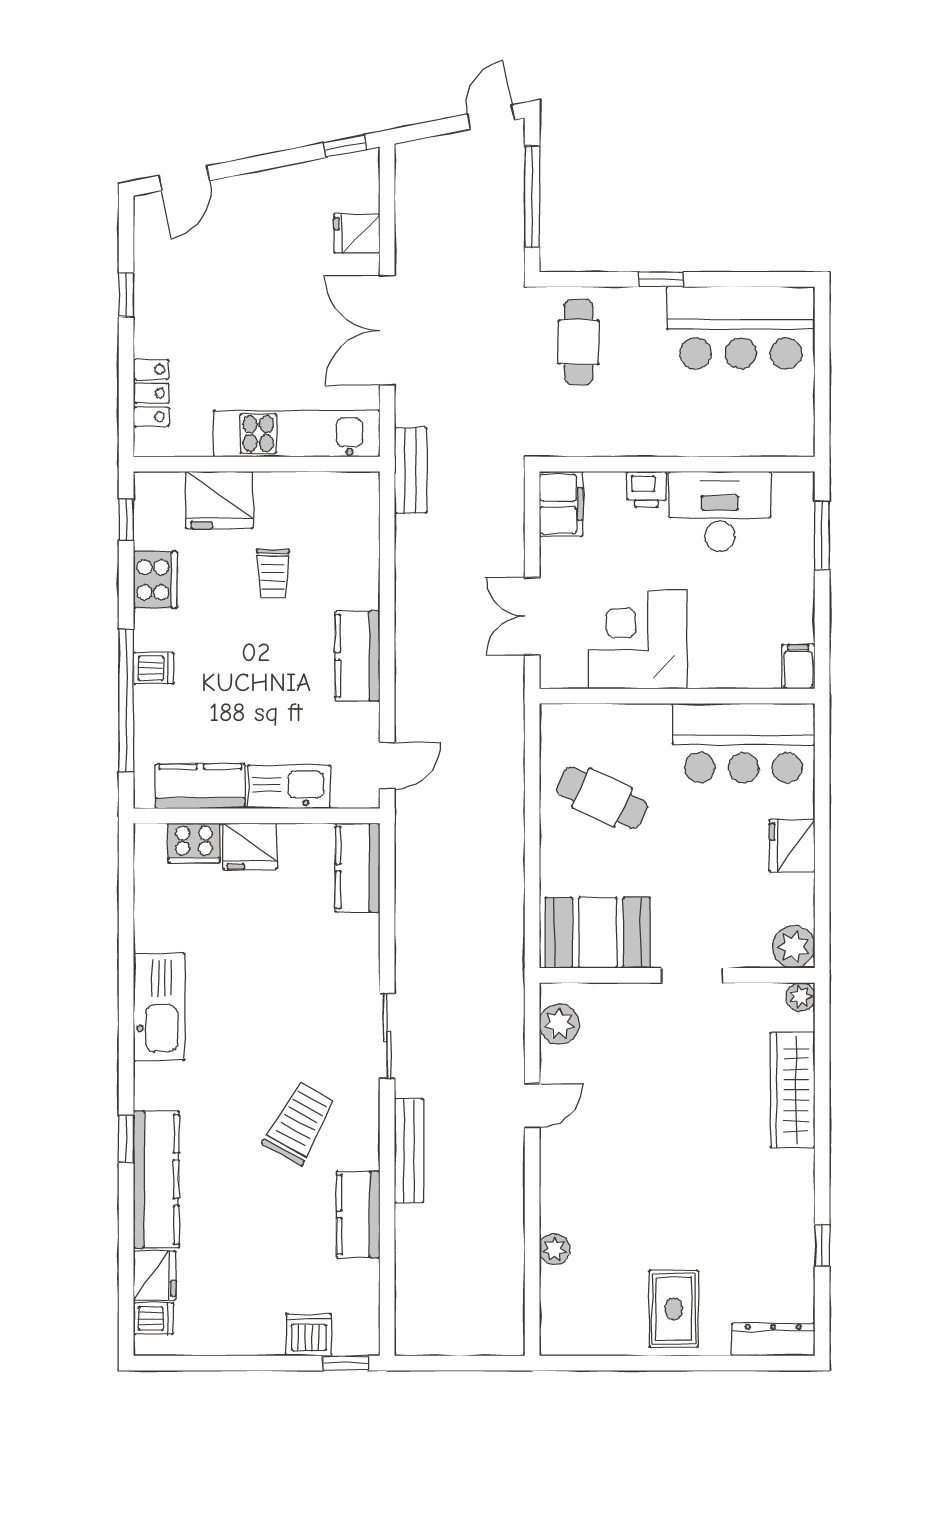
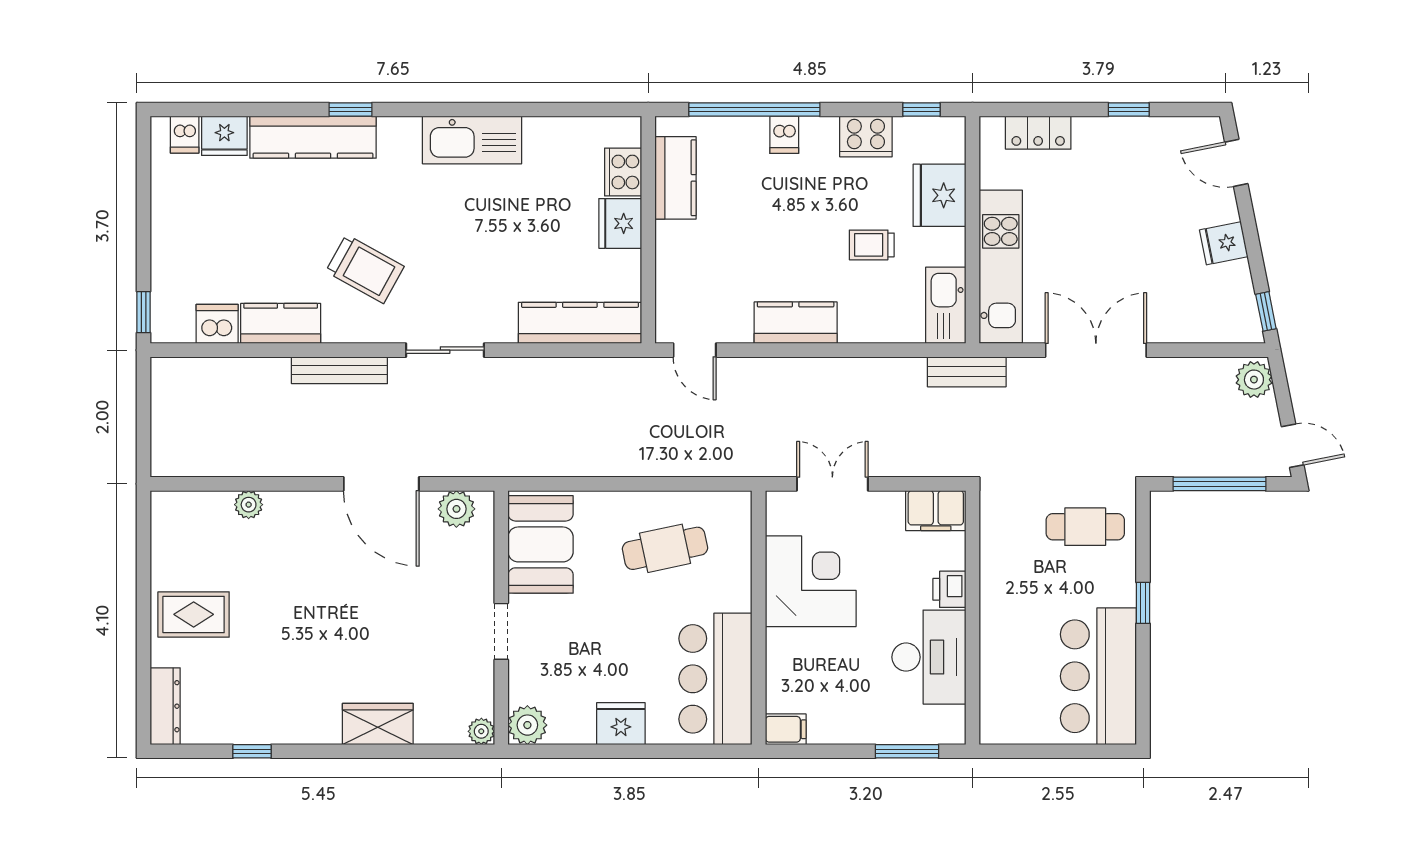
plant: (419, 159) -> (1254, 380), added
fridge: (357, 234) -> (1224, 243), moved, turned -101
kitchen sink: (289, 787) -> (946, 305), moved, turned 180
cafe table: (602, 798) -> (665, 548), turned 53
kitchen counter: (358, 868) -> (580, 323), width x1.50
wardrobe: (792, 1090) -> (378, 724), width x0.67
door: (532, 1105) -> (381, 484), width x1.87
dishwasher: (309, 1335) -> (217, 324), moved, turned -90

